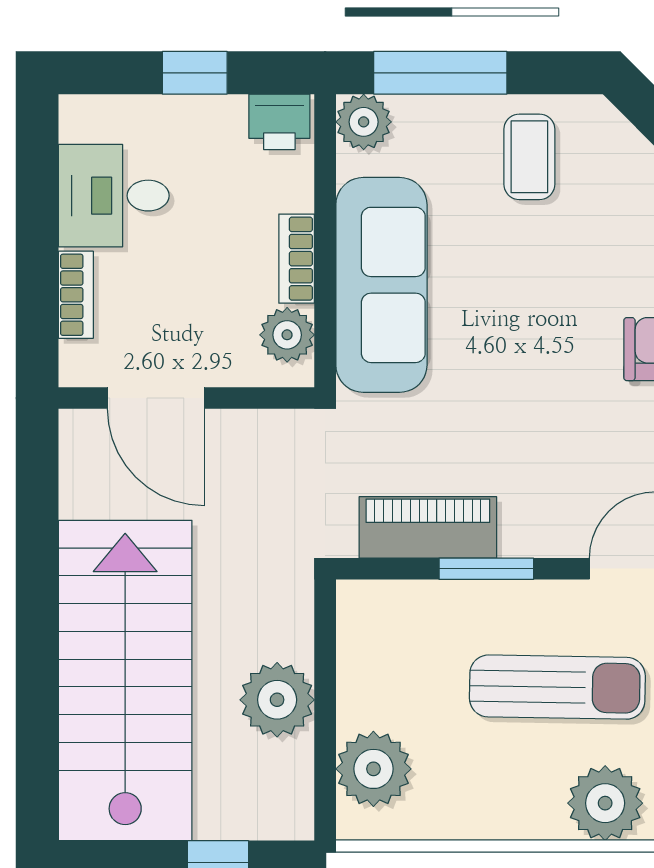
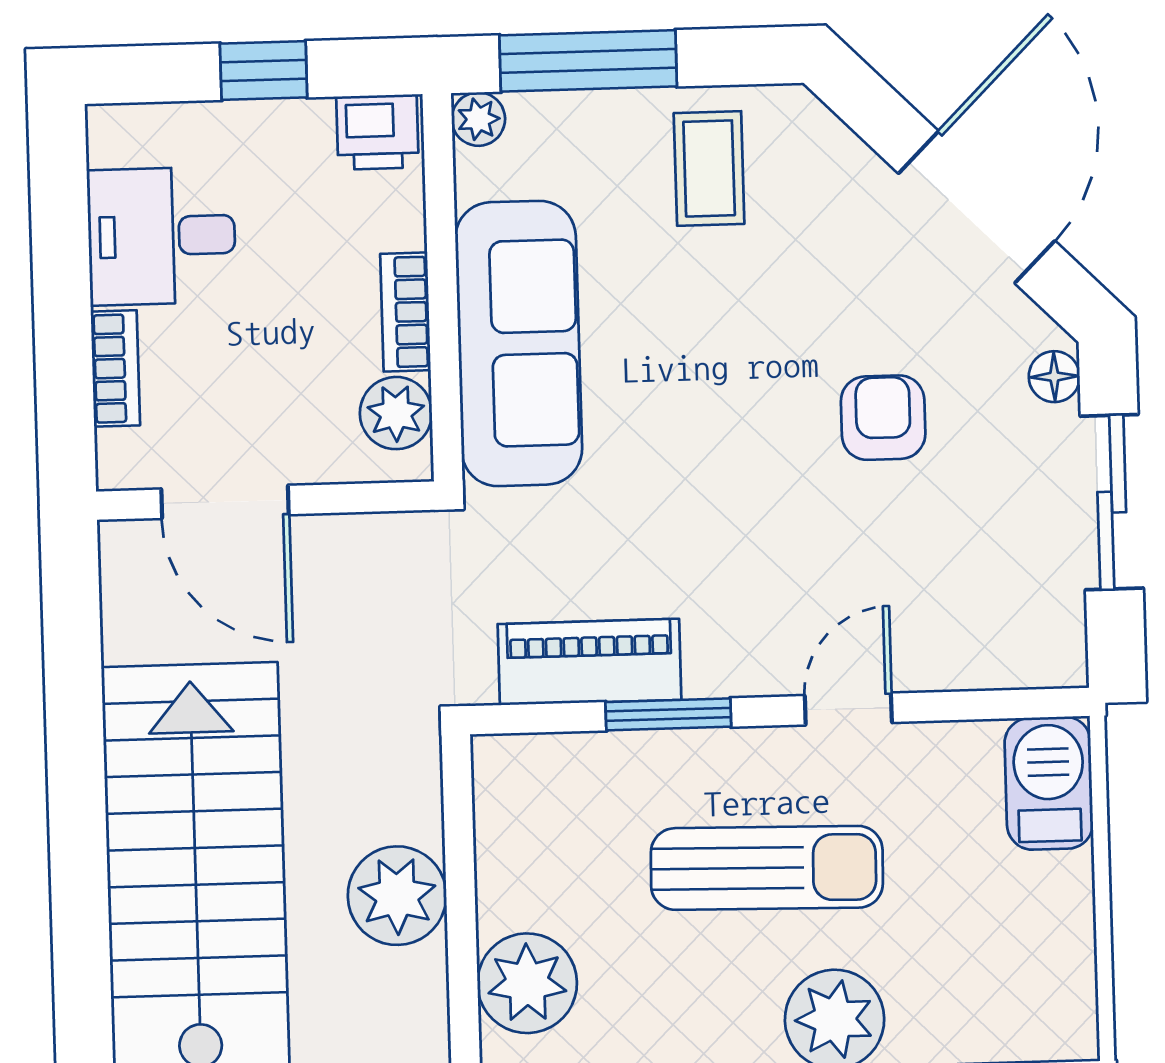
plant: (364, 122) -> (478, 119), width x0.73, depth x0.73

